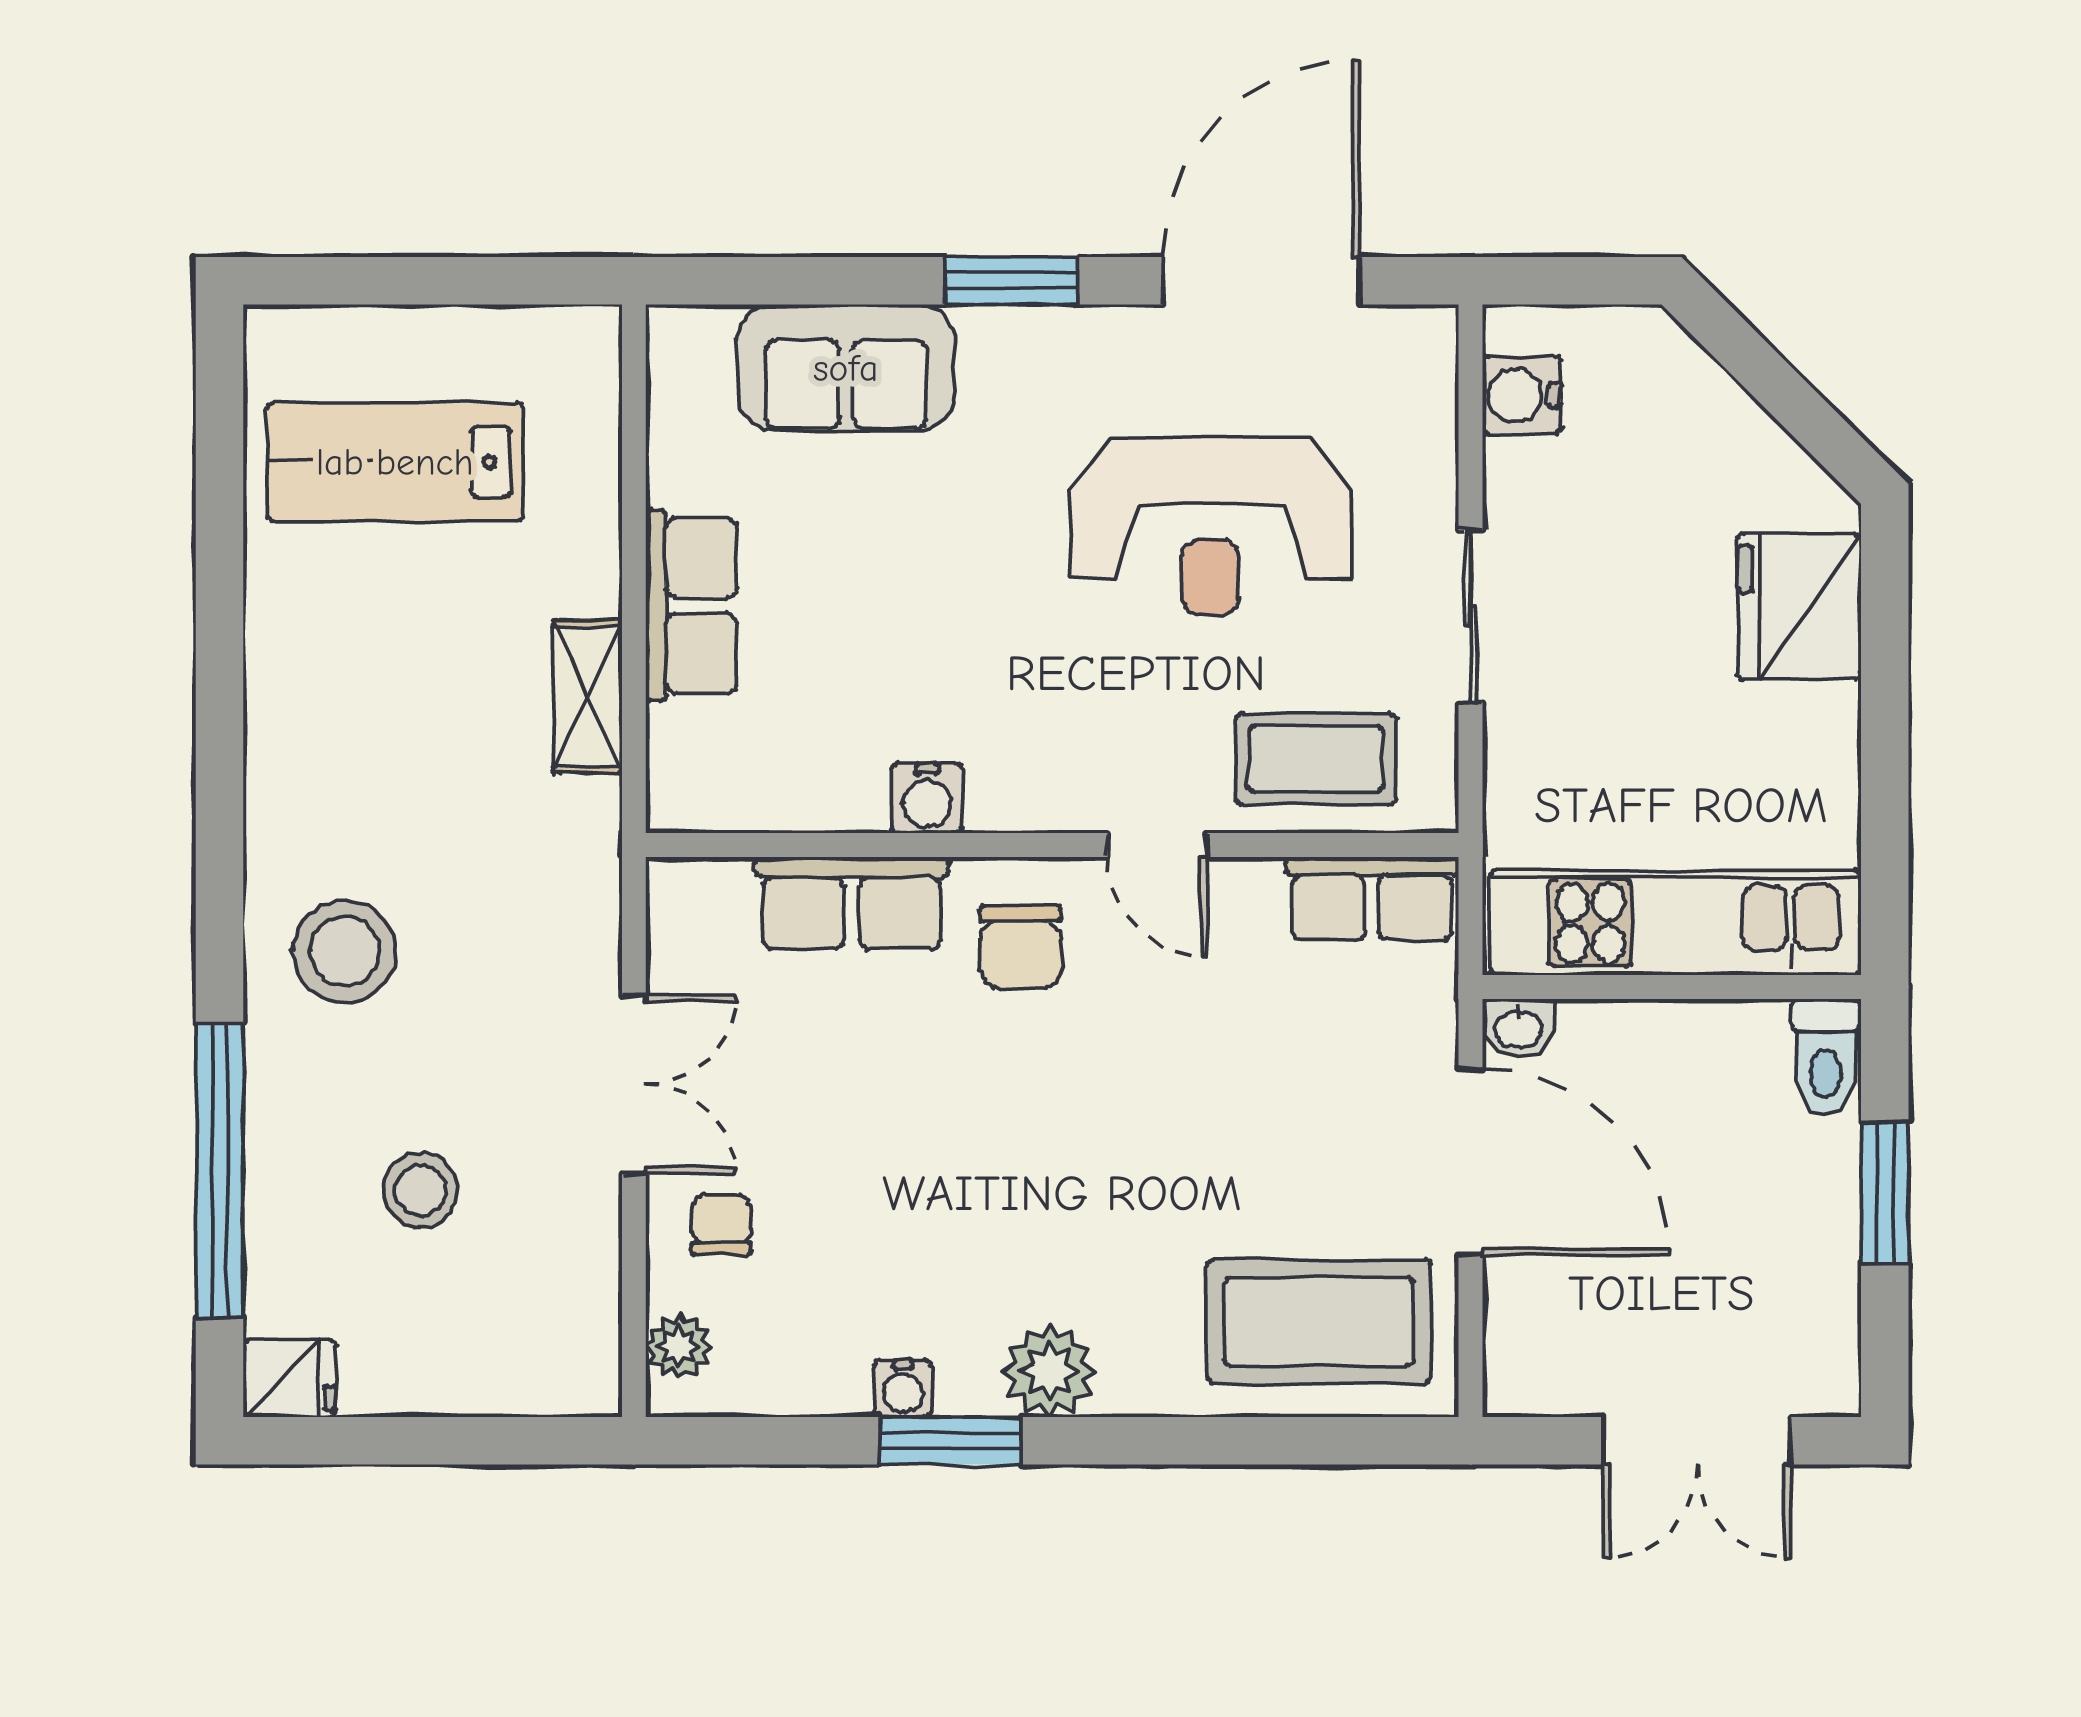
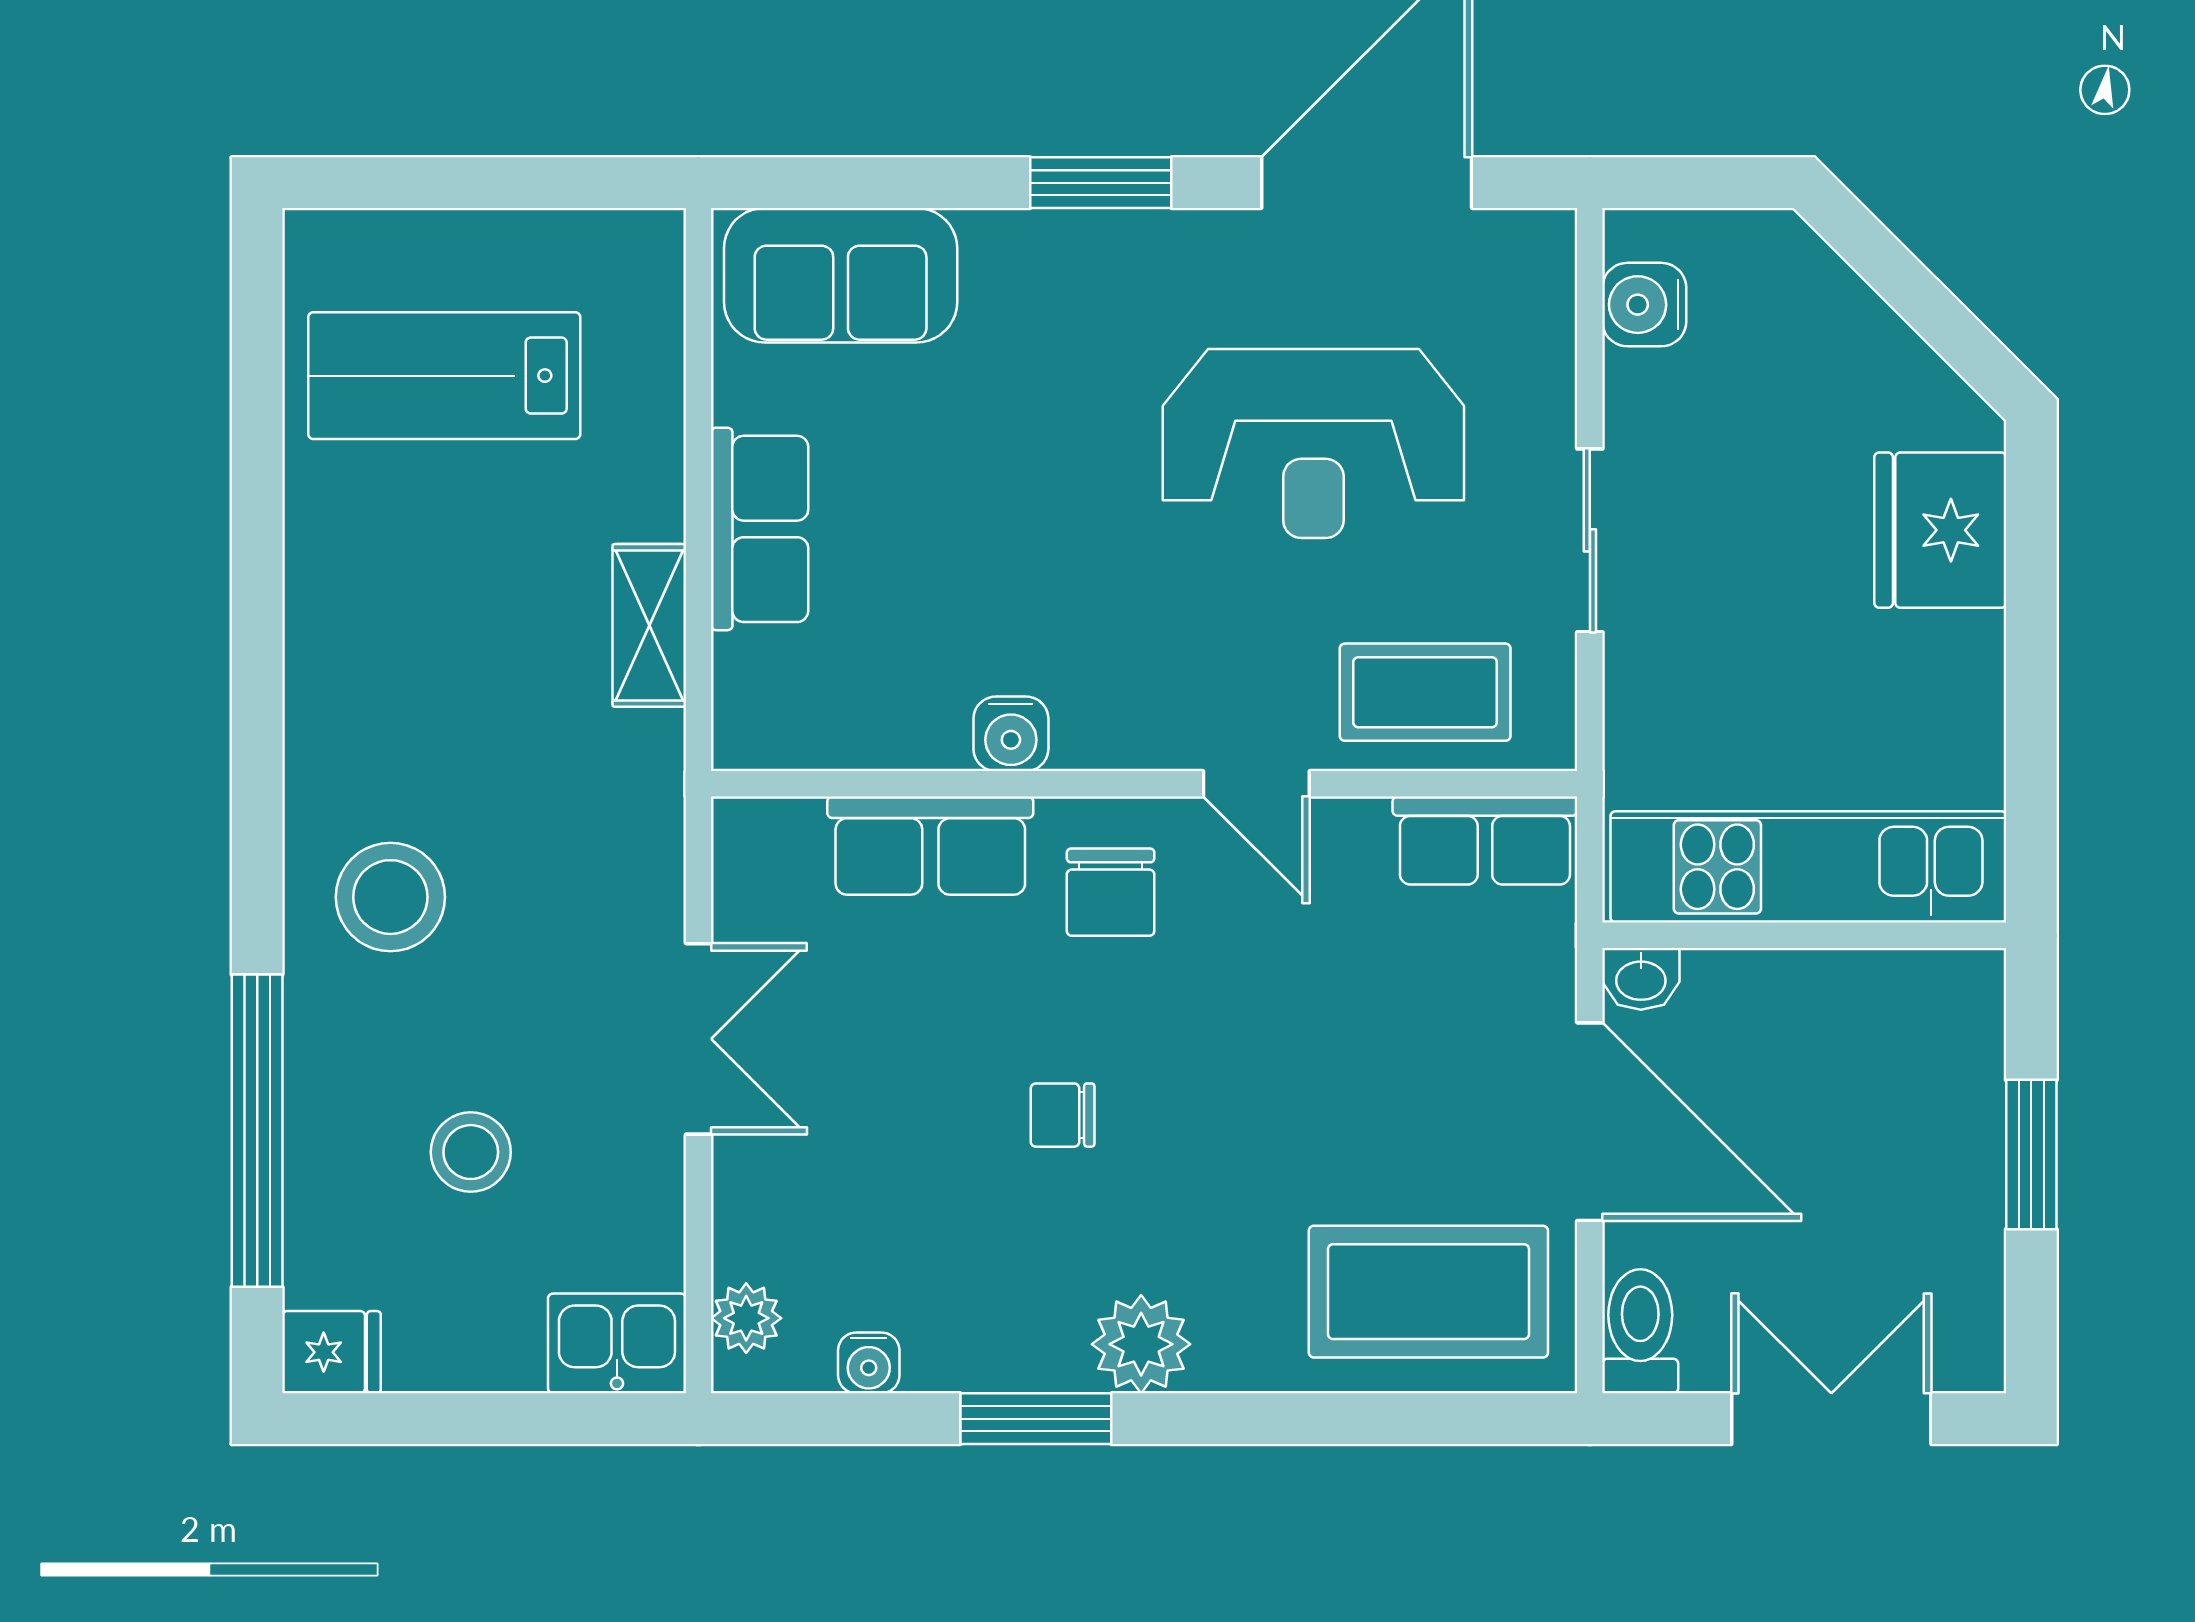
sofa: (846, 368) -> (841, 275), moved
toilet: (1826, 1057) -> (1640, 1331), moved, turned 180
chair: (721, 1225) -> (1063, 1115), moved, turned -90
kitchen sink: (557, 1370) -> (617, 1343), added
water cooler: (903, 1388) -> (869, 1363), moved
double door: (1697, 1441) -> (1831, 1419), swing flipped

